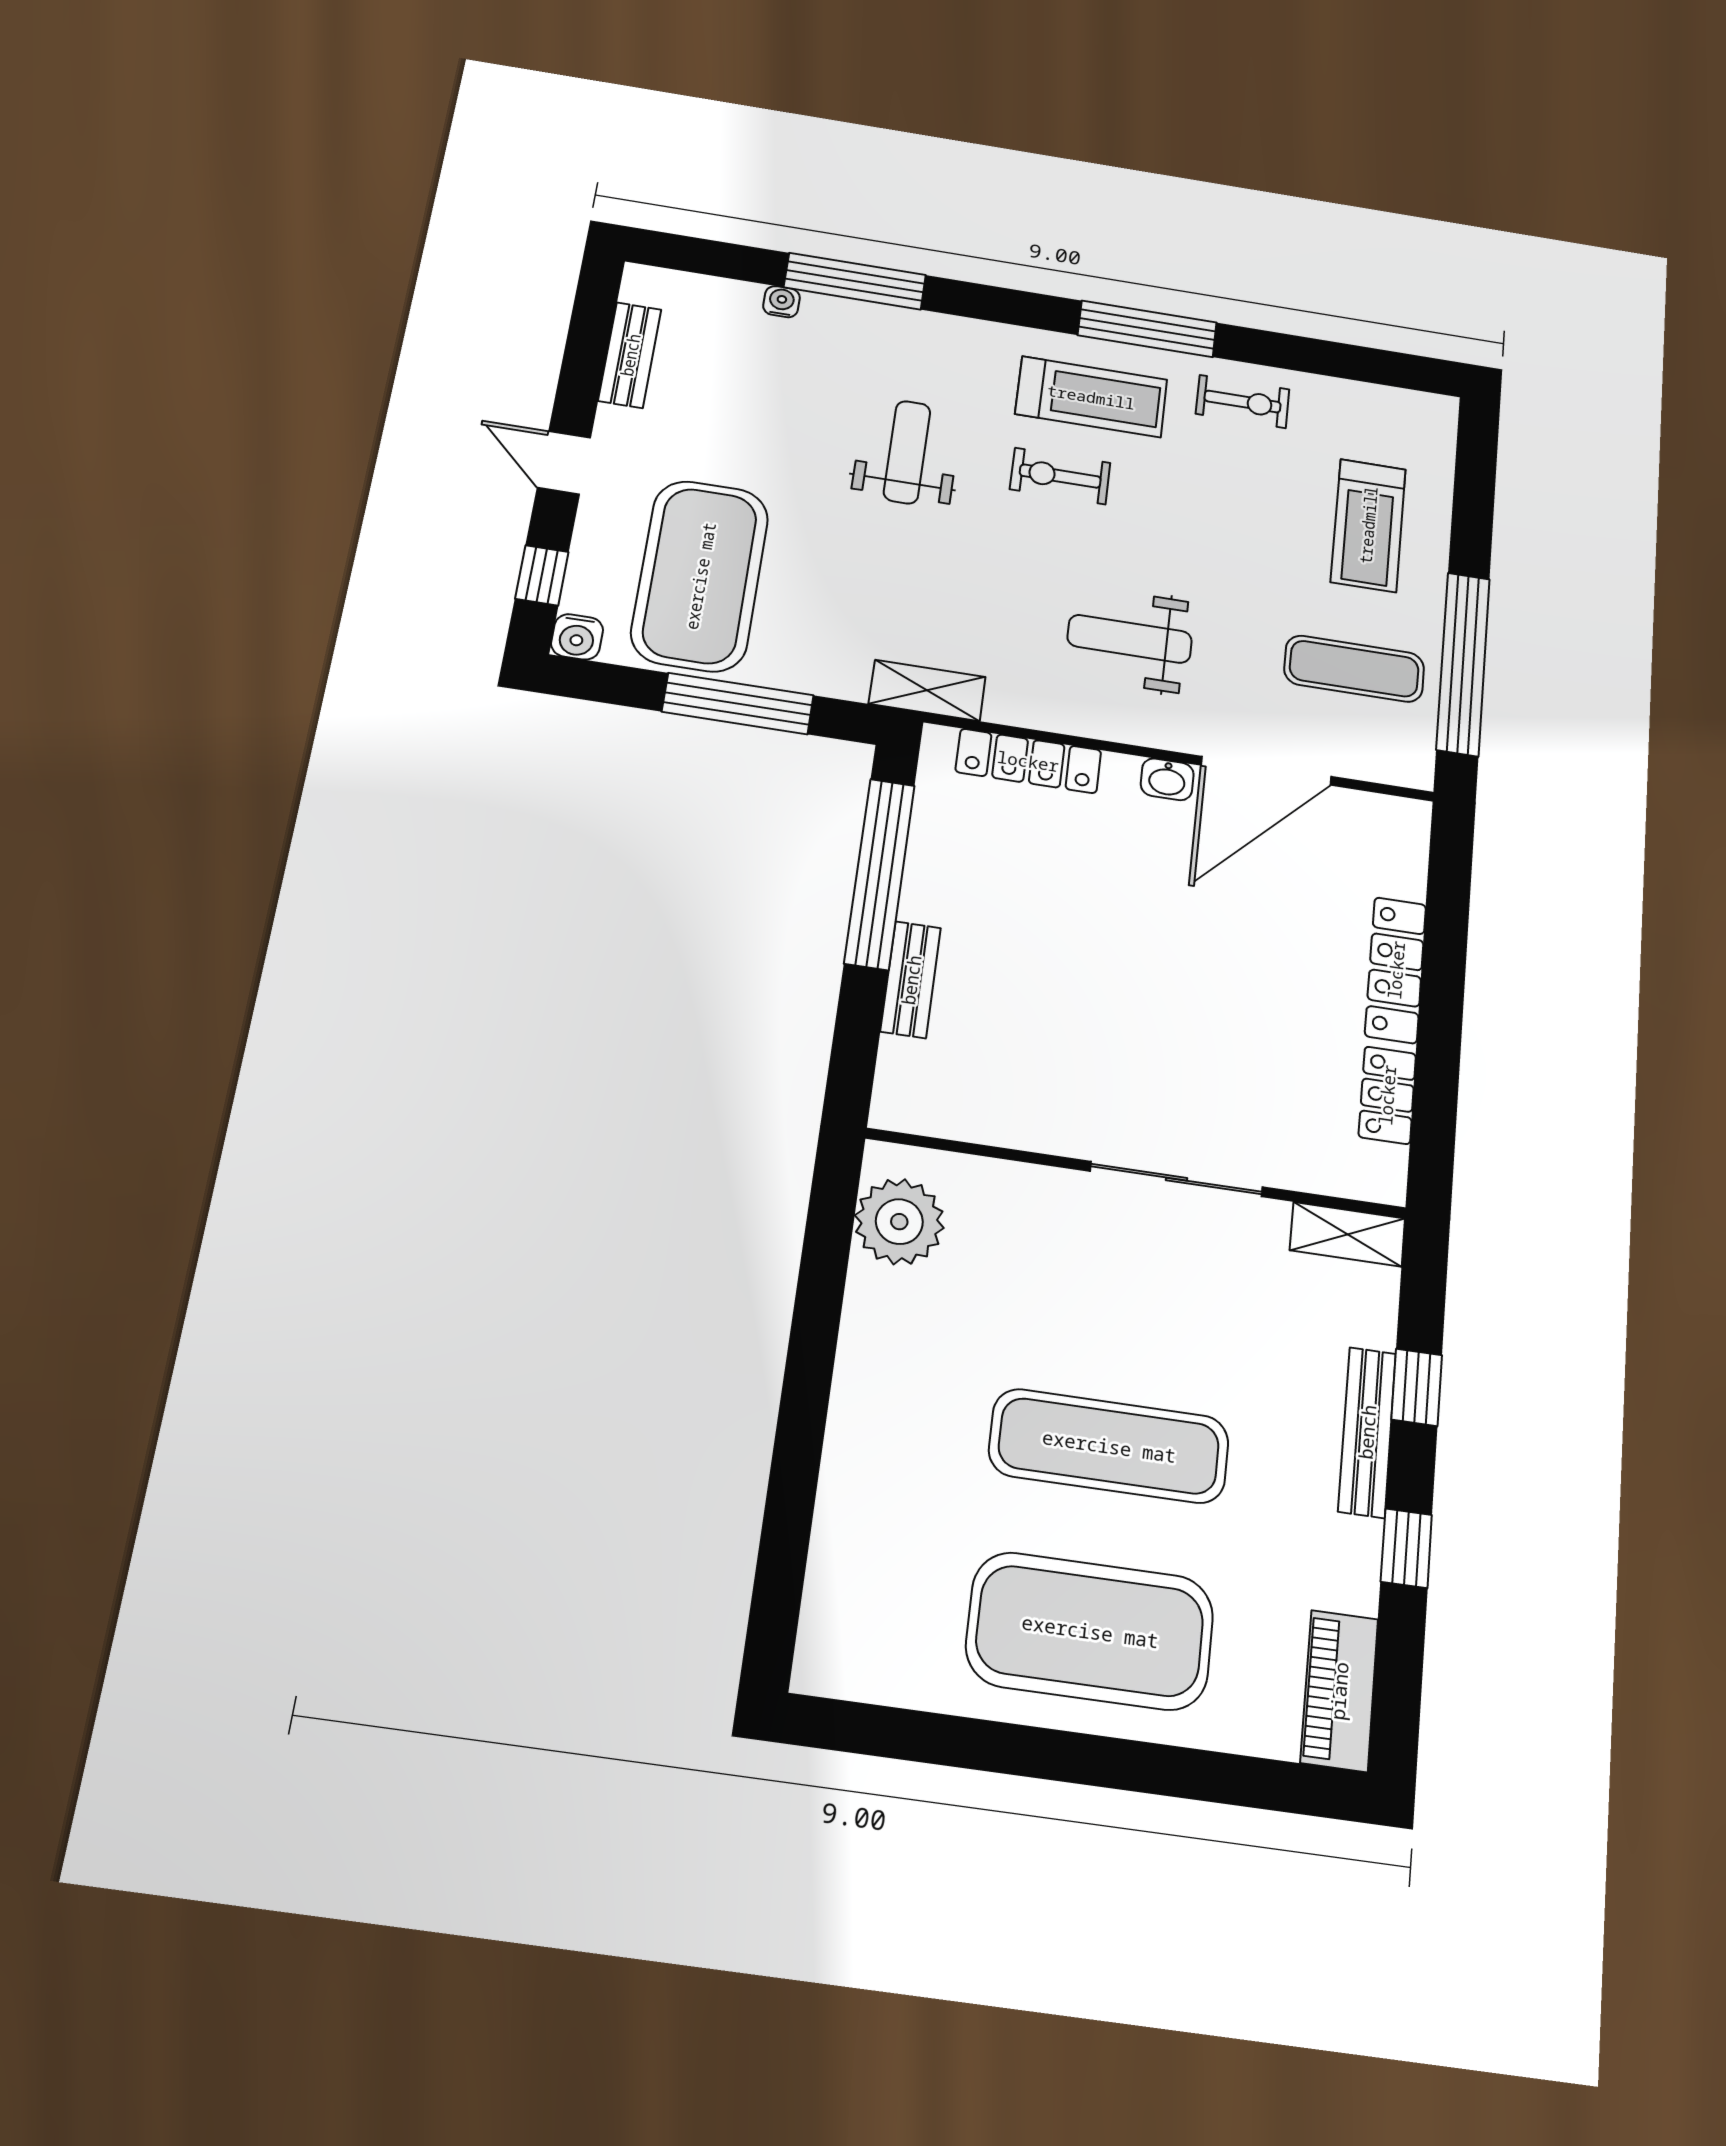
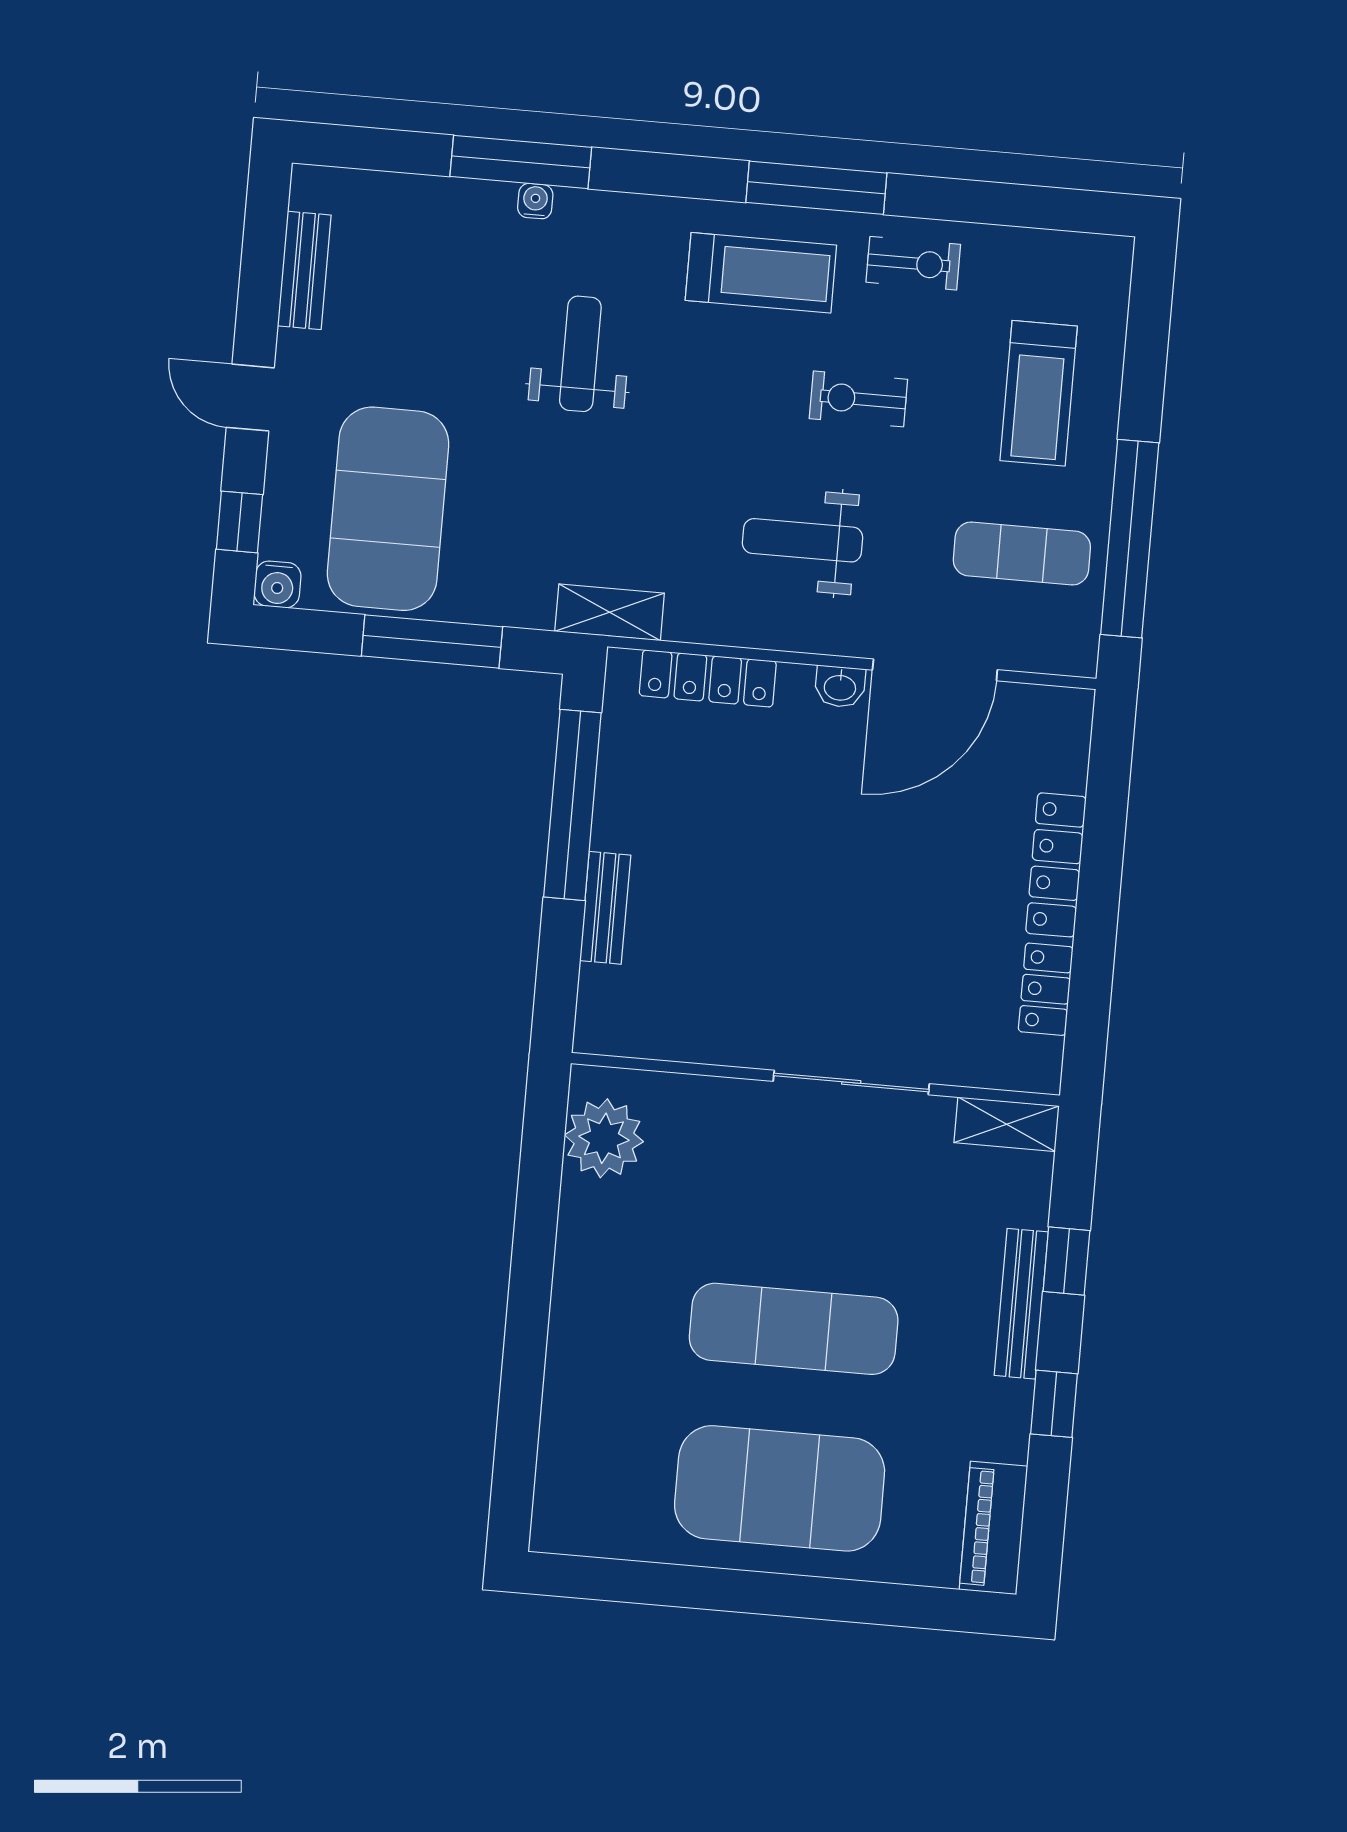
water cooler: (782, 302) -> (535, 201), moved
exercise bike: (1060, 476) -> (858, 399), moved

